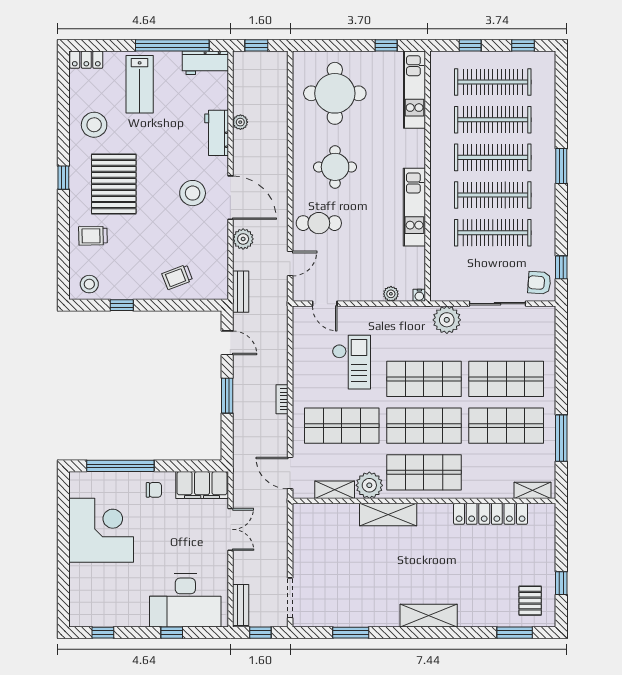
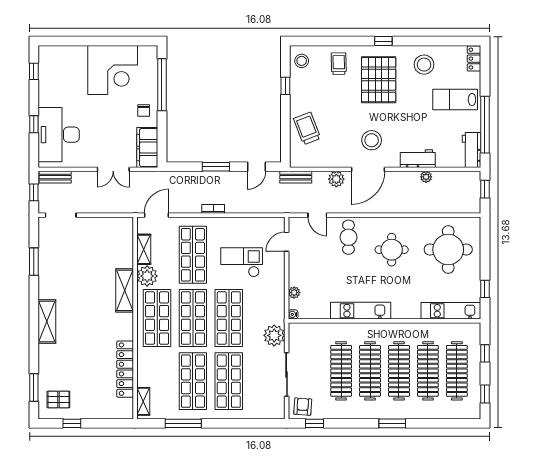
pallet: (114, 184) -> (379, 80), turned 90
trolley: (177, 277) -> (307, 128), width x1.36, depth x1.39
checkout: (351, 362) -> (242, 262), turned 180

